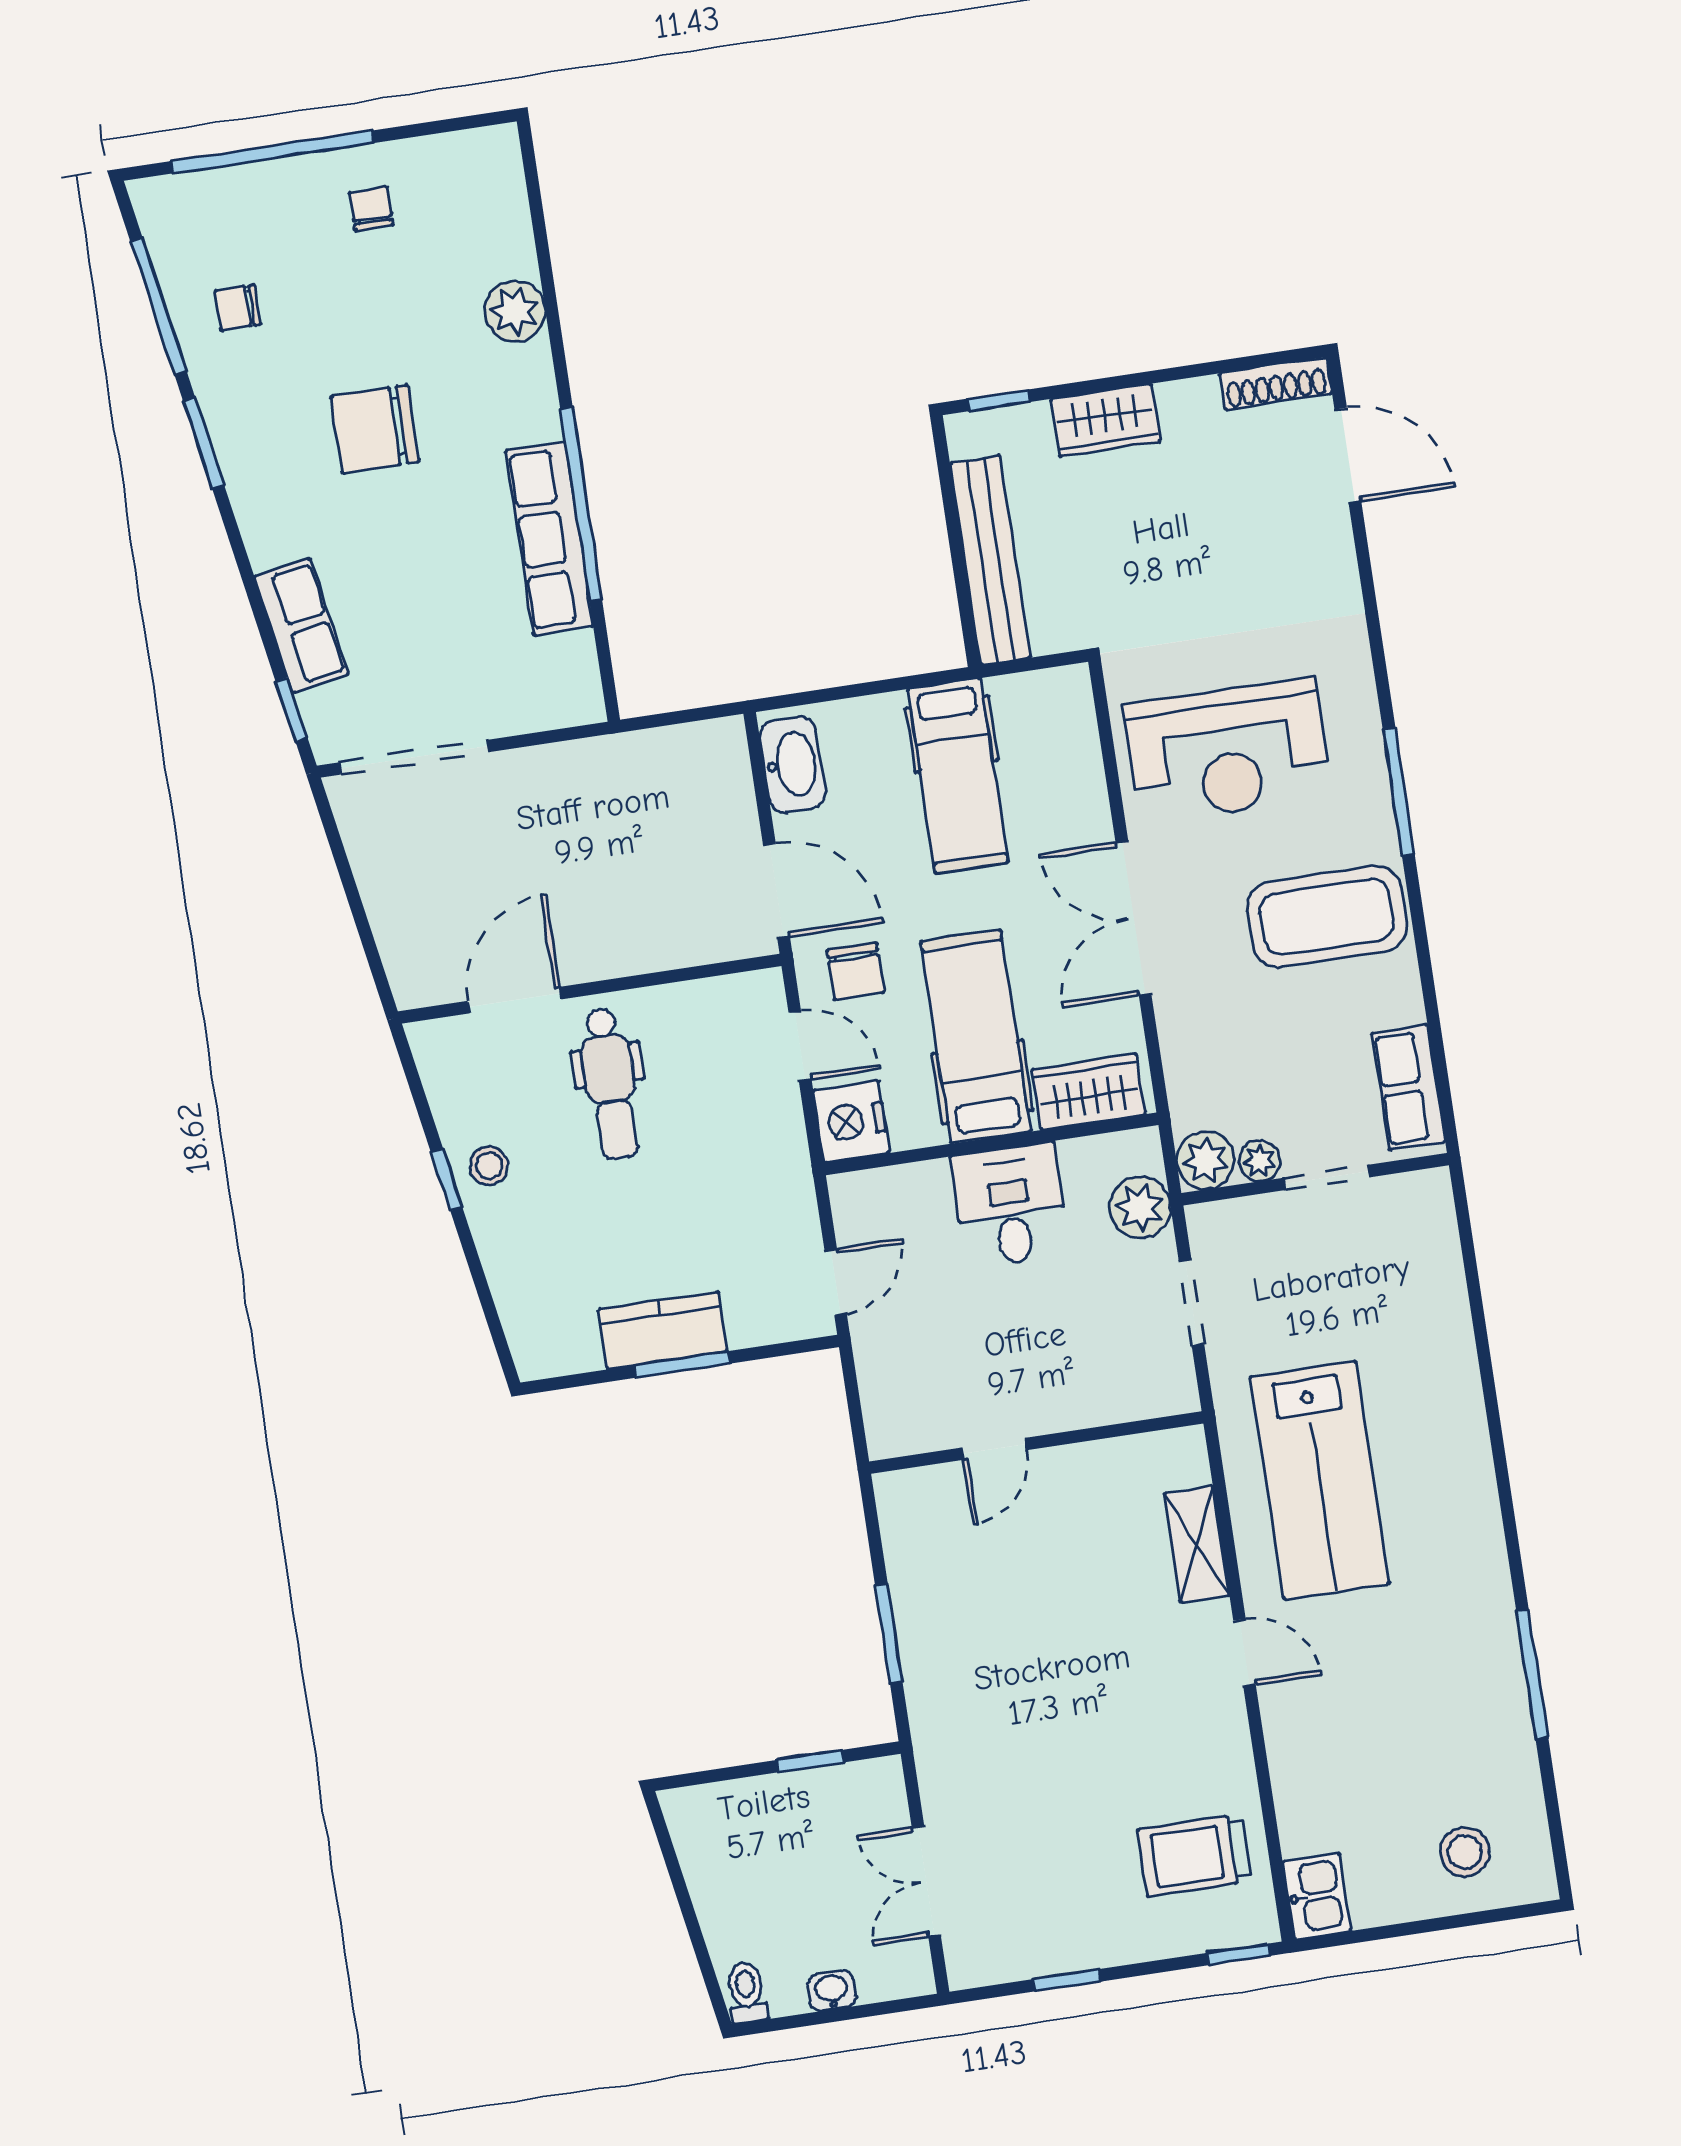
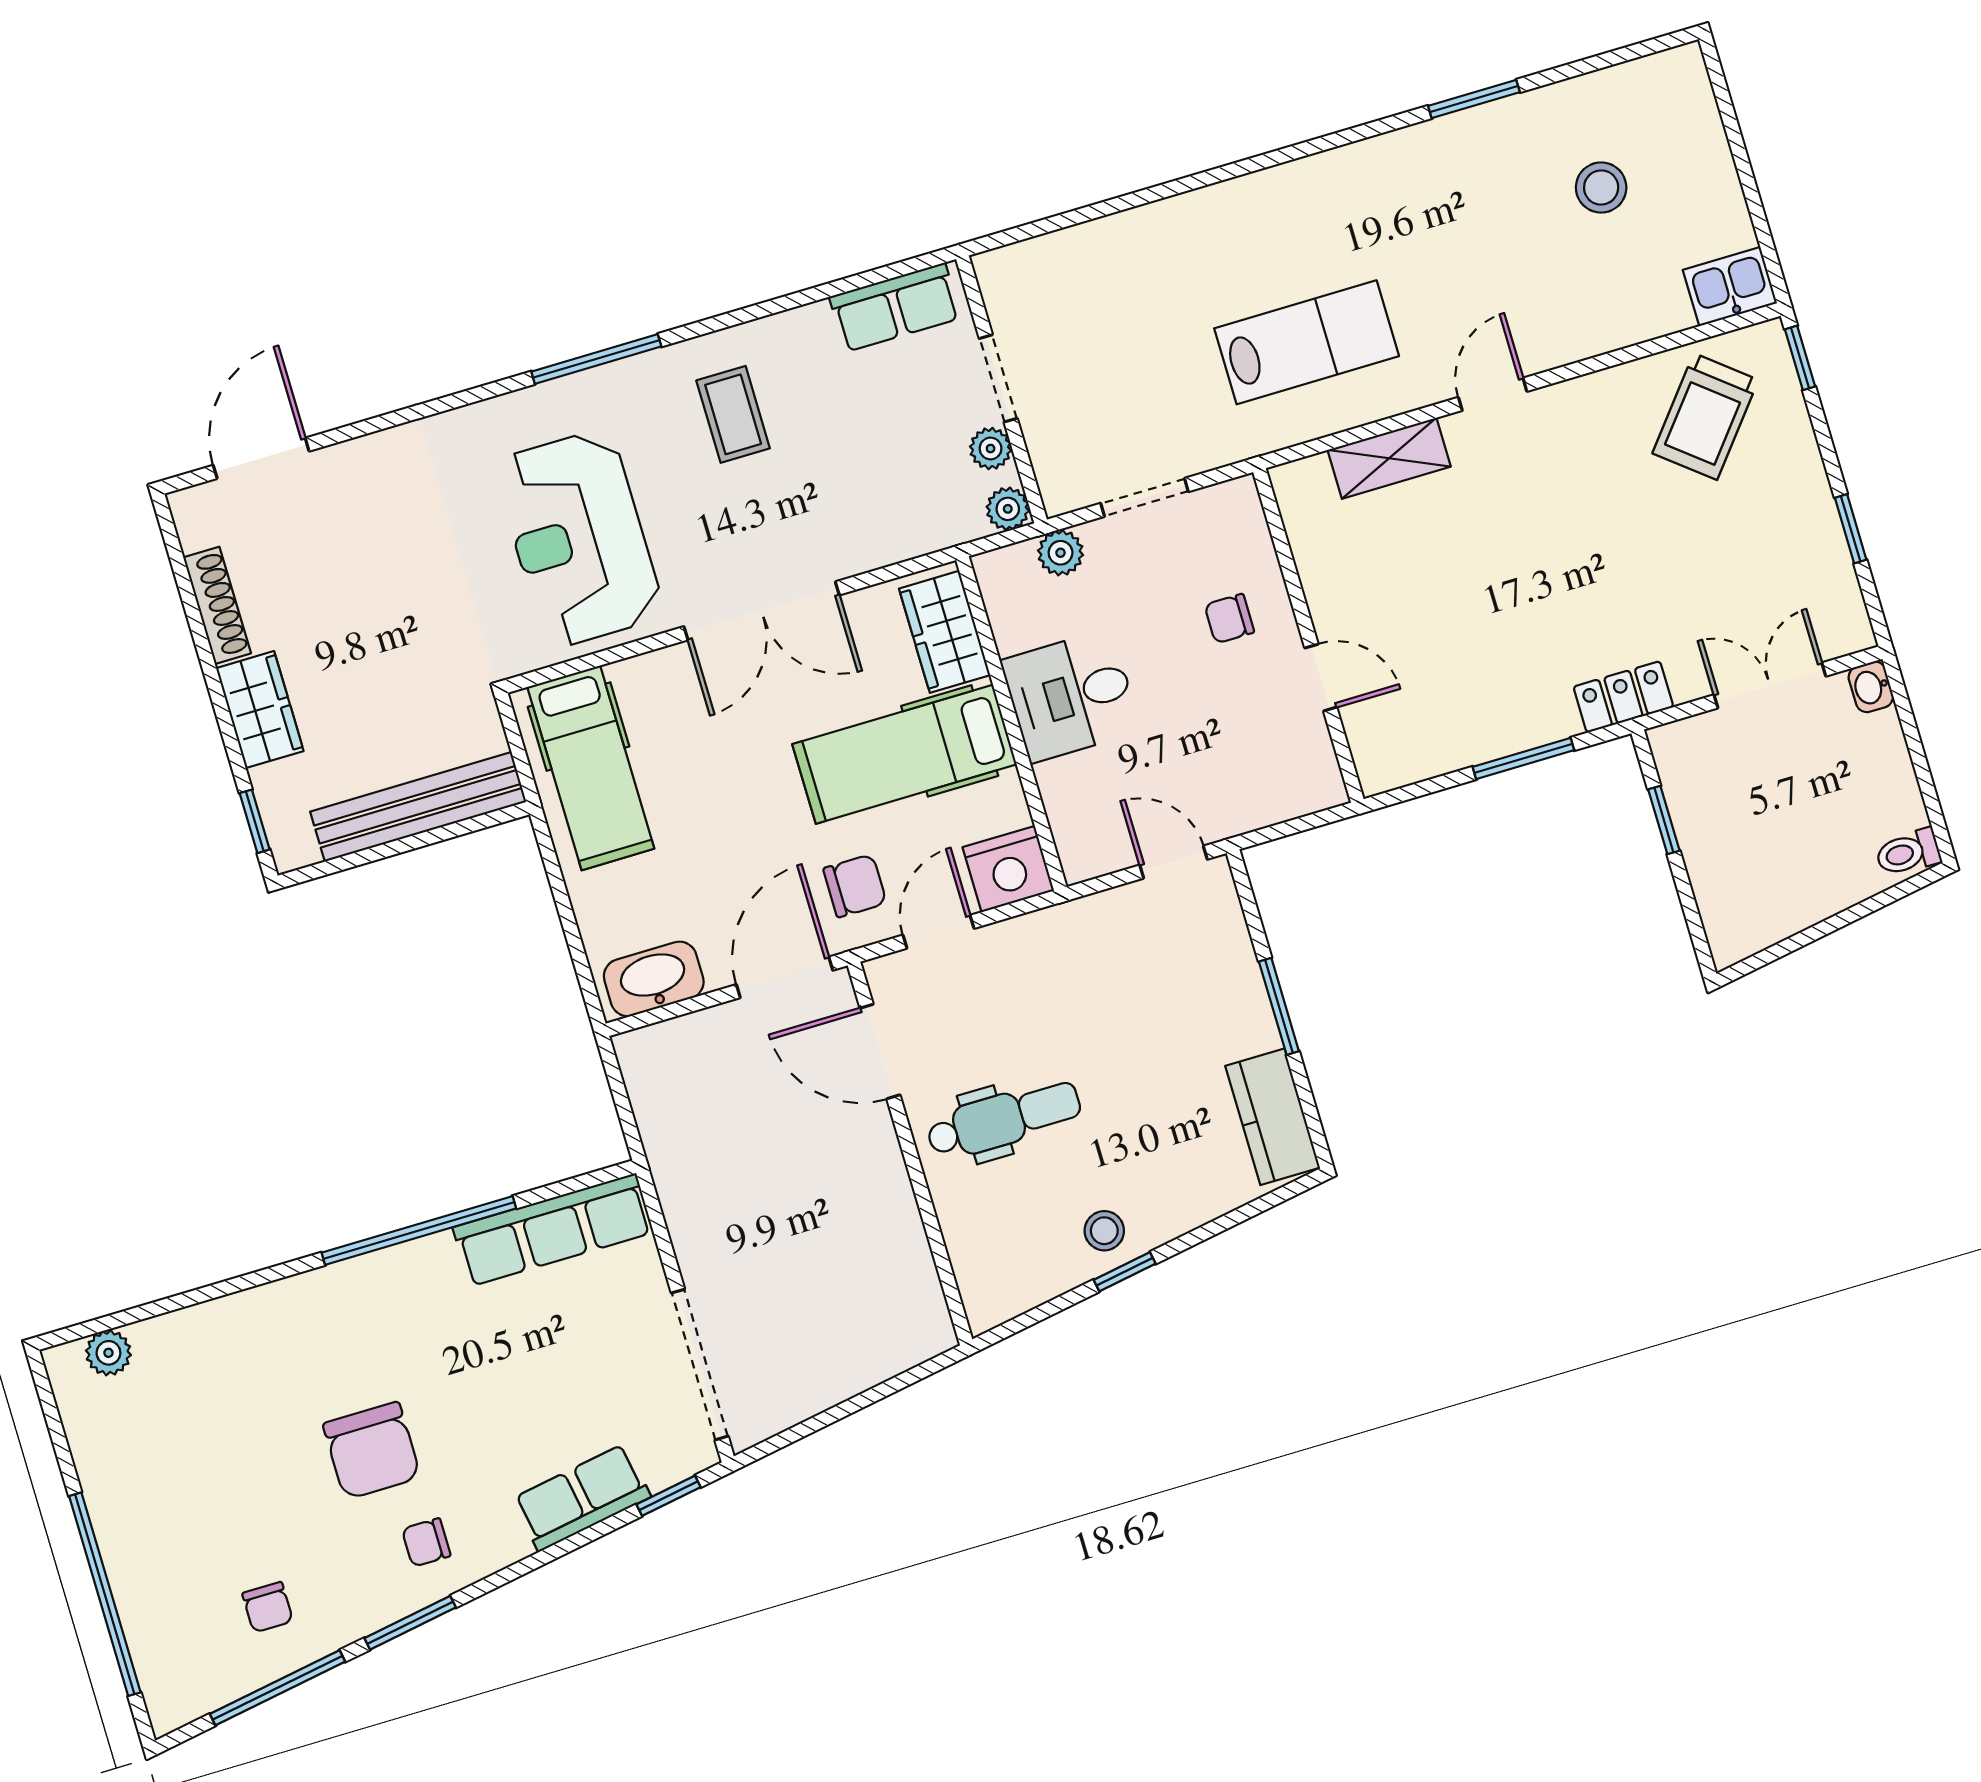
chair: (371, 209) -> (426, 1542), moved
plant: (515, 311) -> (108, 1353), moved, width x0.73, depth x0.73
shoe rack: (1276, 383) -> (217, 605), moved
row of seats: (549, 538) -> (553, 1230), moved
reception desk: (1228, 751) -> (579, 539), turned 180
hospital bed: (958, 776) -> (591, 768), moved, turned 90
coffee table: (1327, 917) -> (733, 414), width x0.54, depth x0.58
door: (514, 1000) -> (880, 1052), moved
plant: (1206, 1160) -> (1008, 509), width x0.73, depth x0.73
plant: (1140, 1207) -> (1061, 553), width x0.73, depth x0.73
kitchen counter: (663, 1330) -> (1273, 1117), moved
chair: (1063, 1368) -> (1229, 619), added
lab bench: (1320, 1480) -> (1307, 342), width x0.73, depth x0.72
window: (1532, 1674) -> (1474, 99), width x0.69
locker: (935, 1738) -> (1623, 697), added
stool: (1465, 1852) -> (1601, 188), moved
trolley: (1195, 1855) -> (1705, 417), turned 39
double door: (926, 1881) -> (1770, 685), swing flipped
washbasin: (832, 1991) -> (1871, 687), moved

